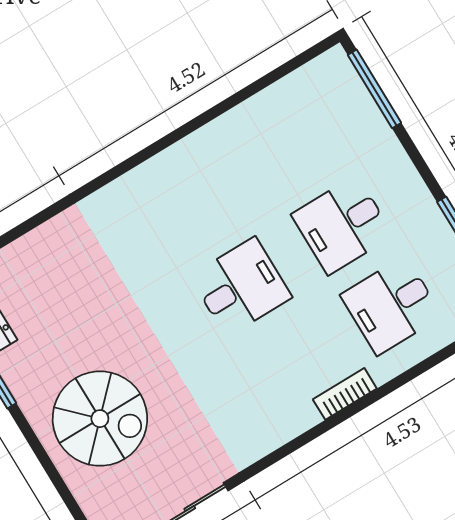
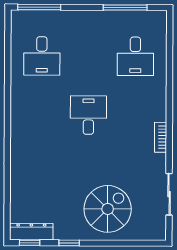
desk: (342, 225) -> (42, 56), moved
bookcase: (345, 394) -> (161, 137), moved

